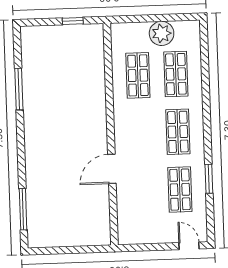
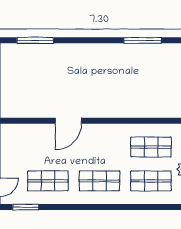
door: (112, 169) -> (68, 121), swing flipped
window: (209, 179) -> (26, 207), moved

